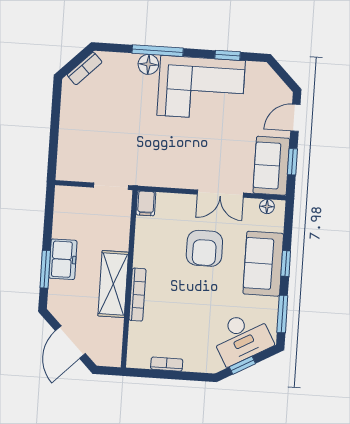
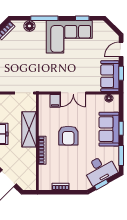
floor lamp: (148, 64) -> (29, 26), moved
double door: (220, 194) -> (73, 93), moved
filing cabinet: (146, 203) -> (55, 101), moved
armchair: (204, 248) -> (68, 136), moved
shelving: (113, 284) -> (29, 129), moved

